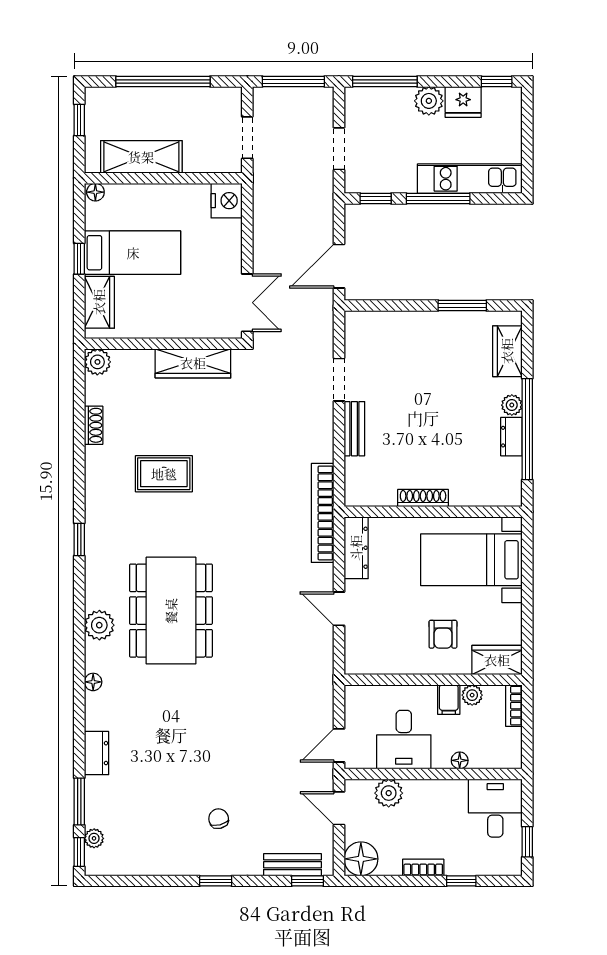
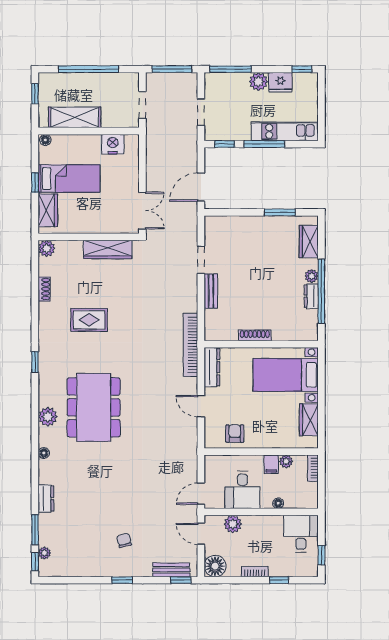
nightstand: (227, 201) -> (113, 144), moved, turned -90
armchair: (443, 634) -> (235, 434), moved, turned 180
wardrobe: (497, 660) -> (309, 420), moved, turned -90

